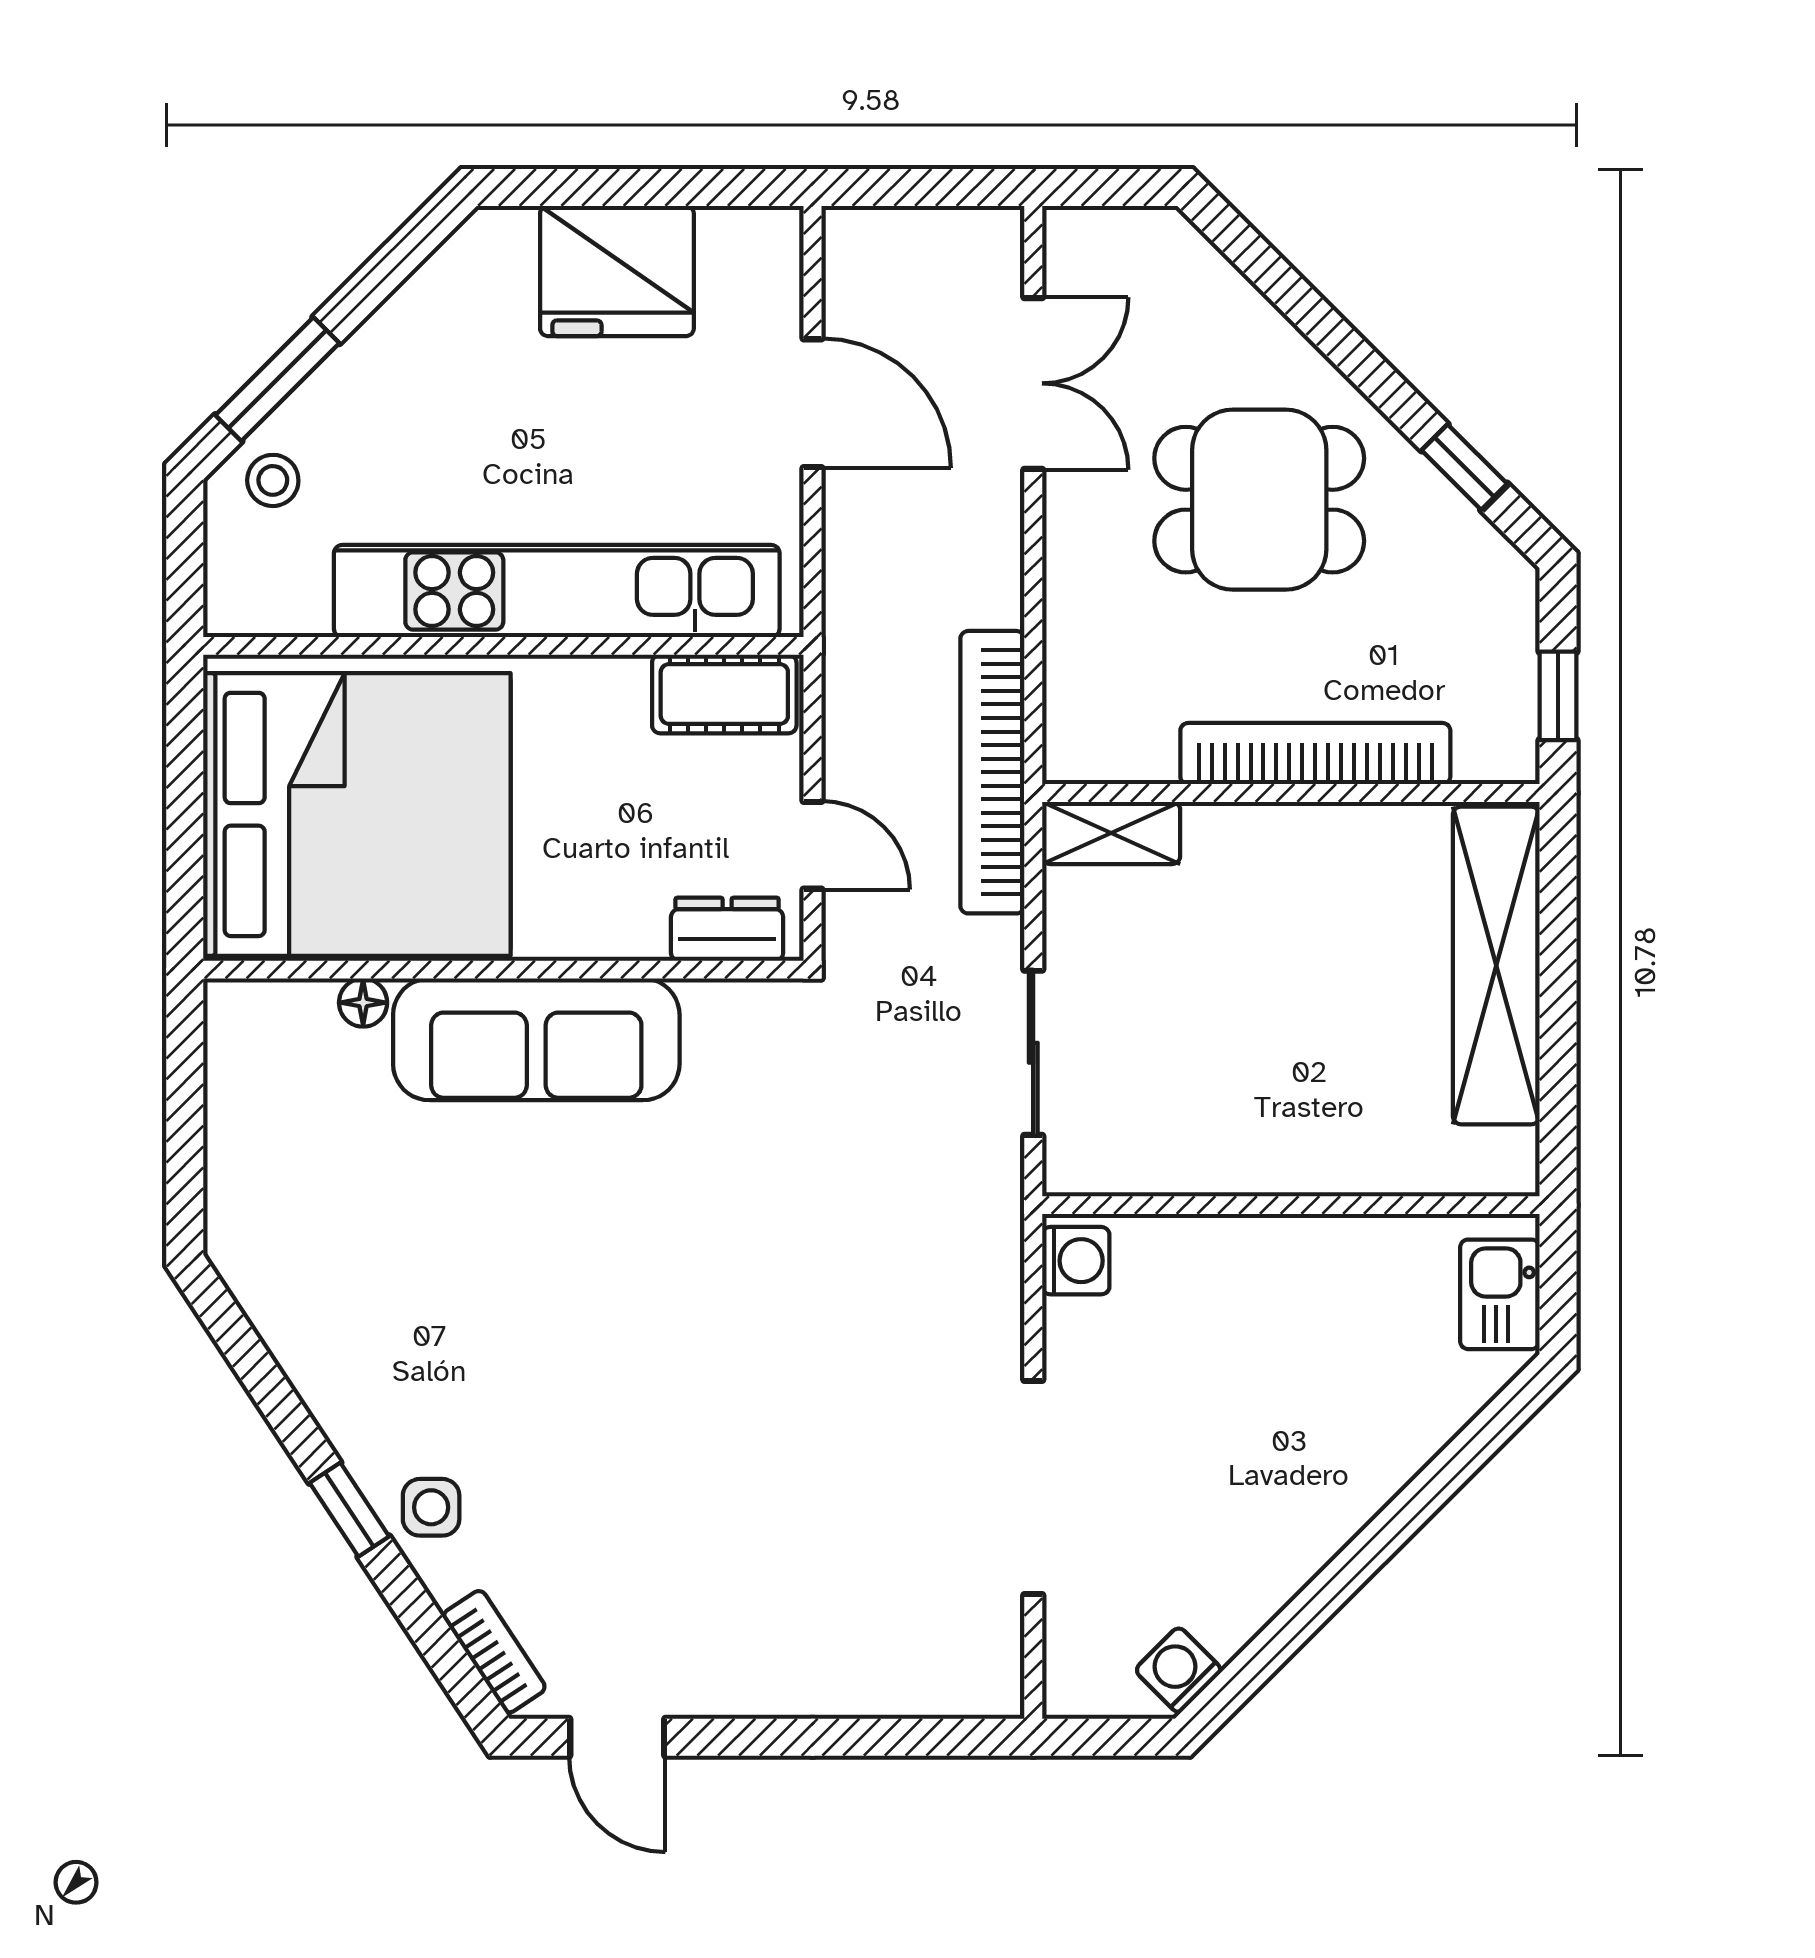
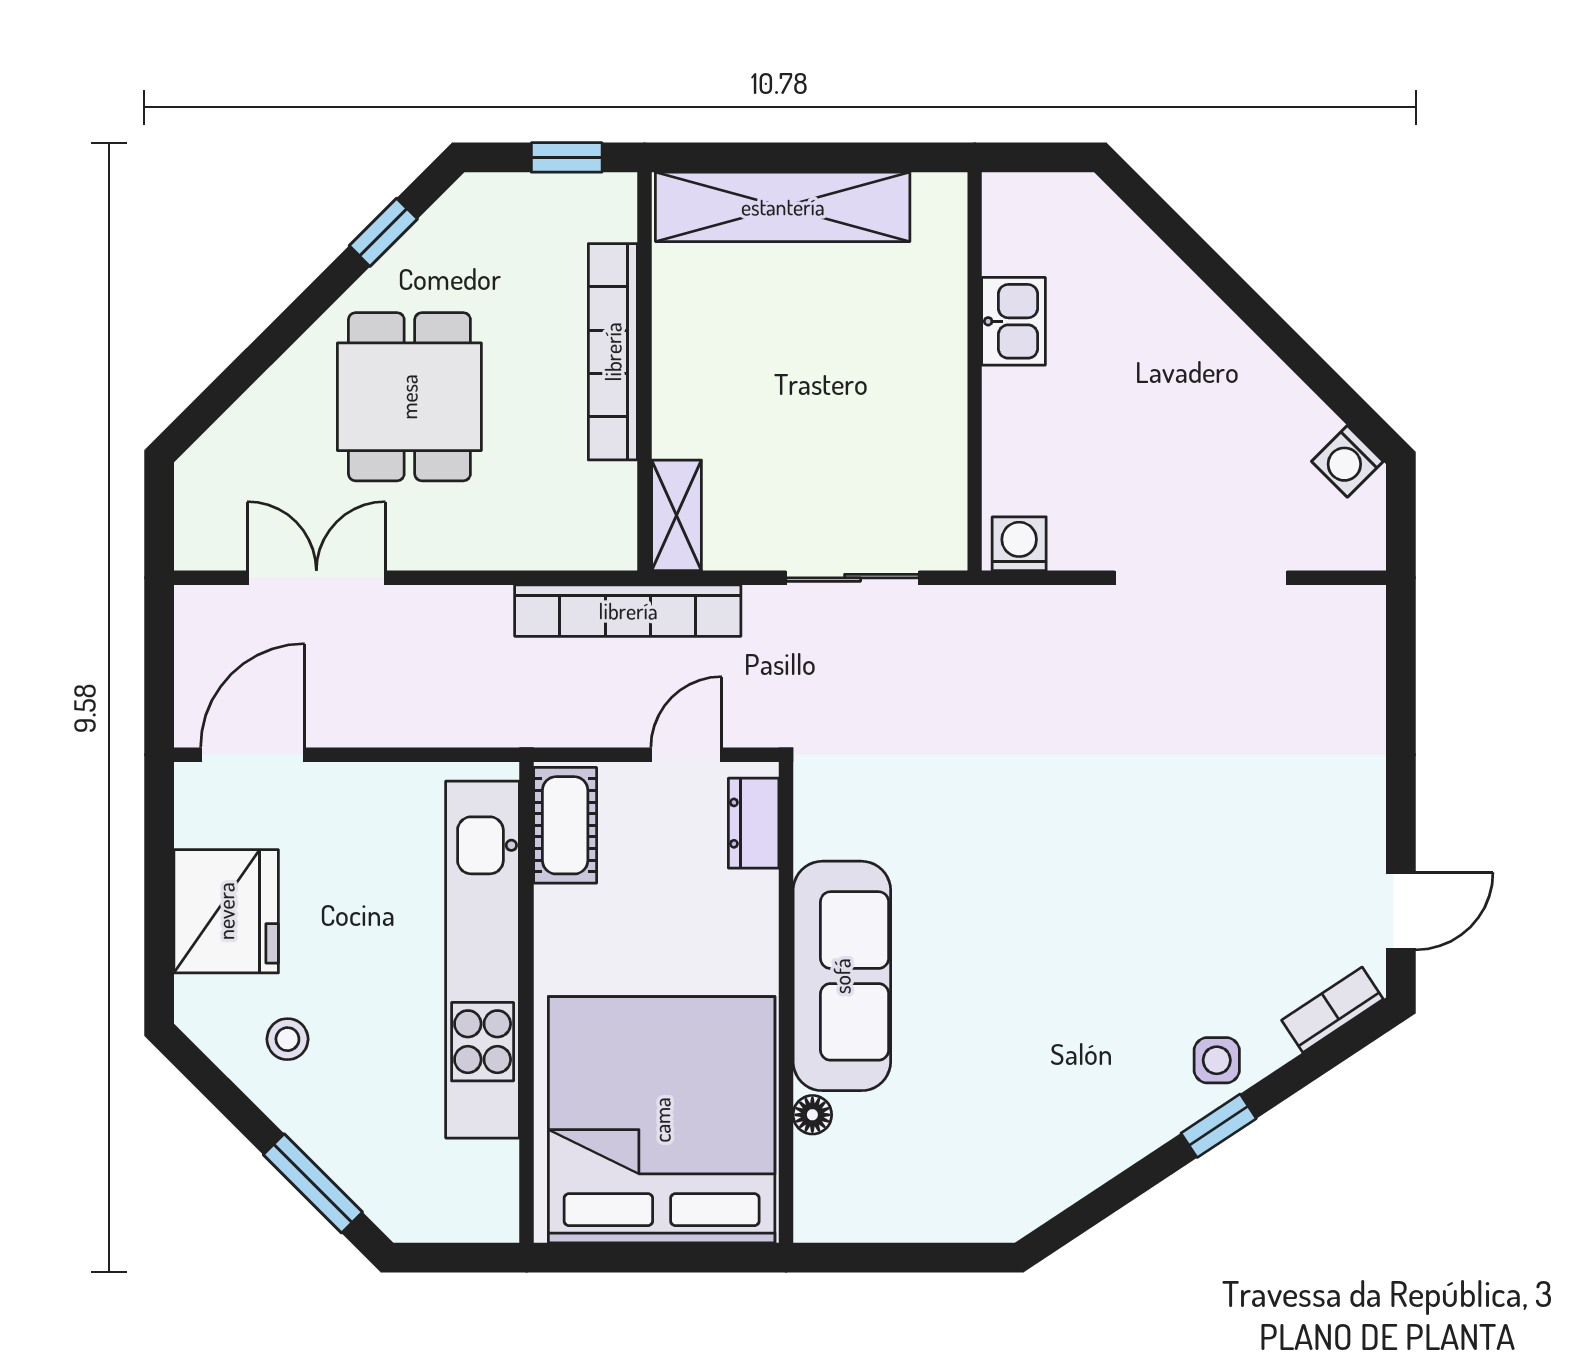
door: (812, 403) -> (253, 755), moved
stool: (273, 480) -> (287, 1039), moved
kitchen sink: (1500, 1294) -> (1014, 321), moved, turned -90

